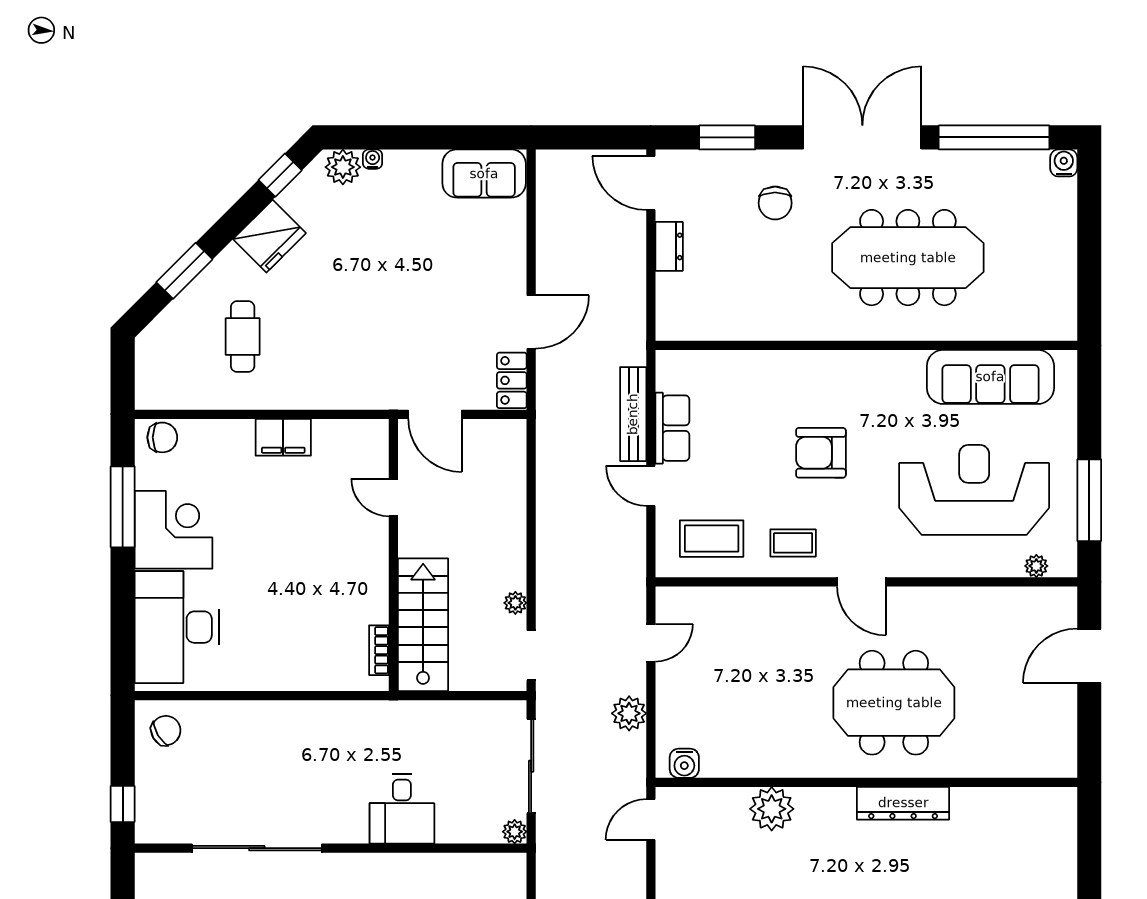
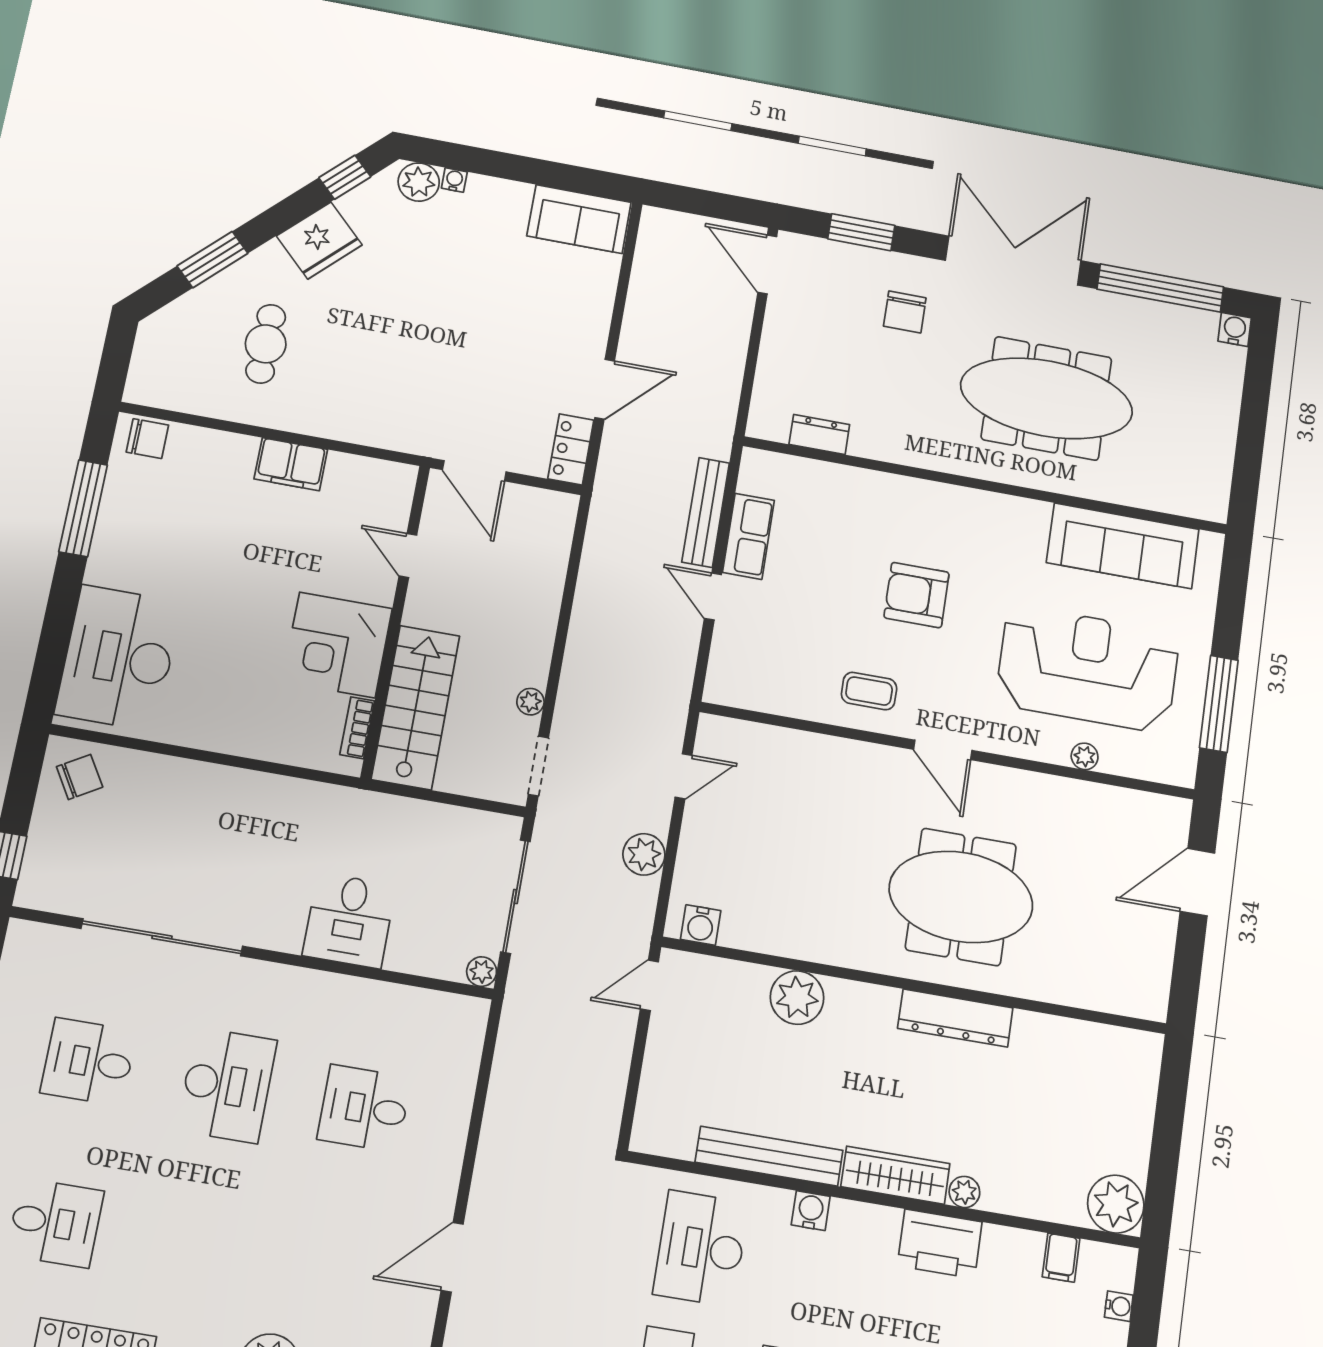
dresser: (669, 246) -> (819, 434), moved, turned -90
corner desk: (174, 530) -> (337, 645), moved, turned 180
coffee table: (712, 539) -> (775, 669), removed
plant: (1036, 566) -> (1085, 756), moved

